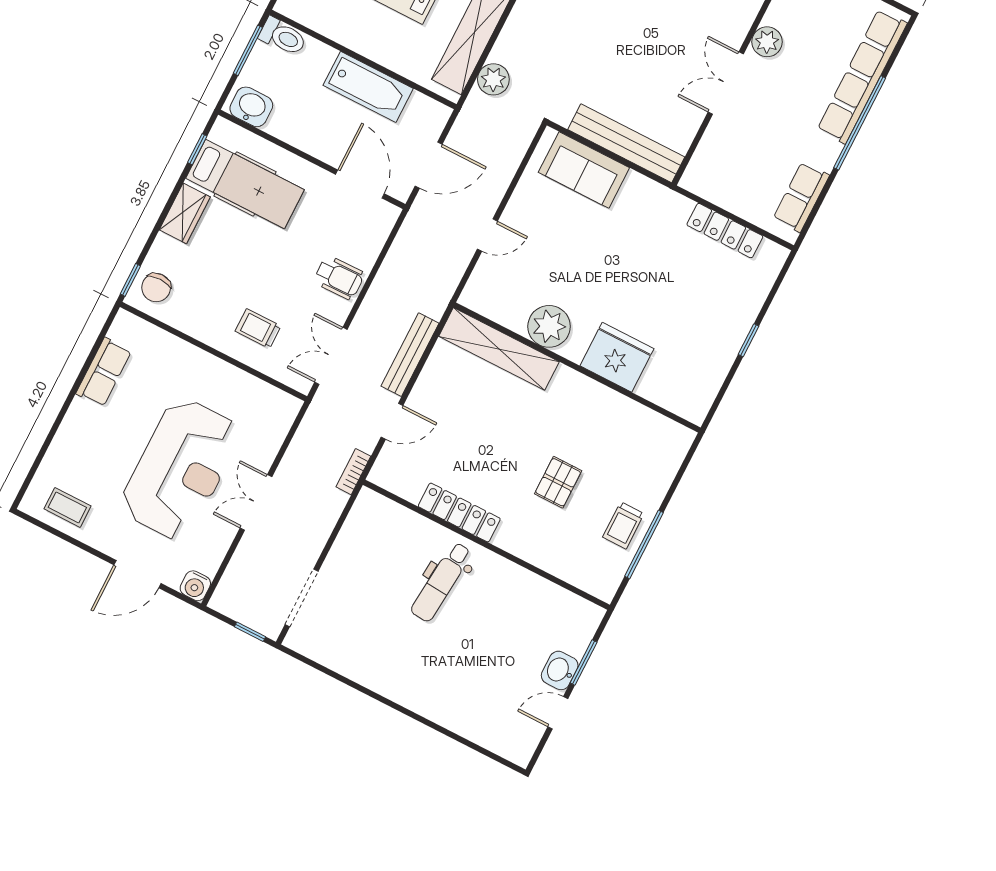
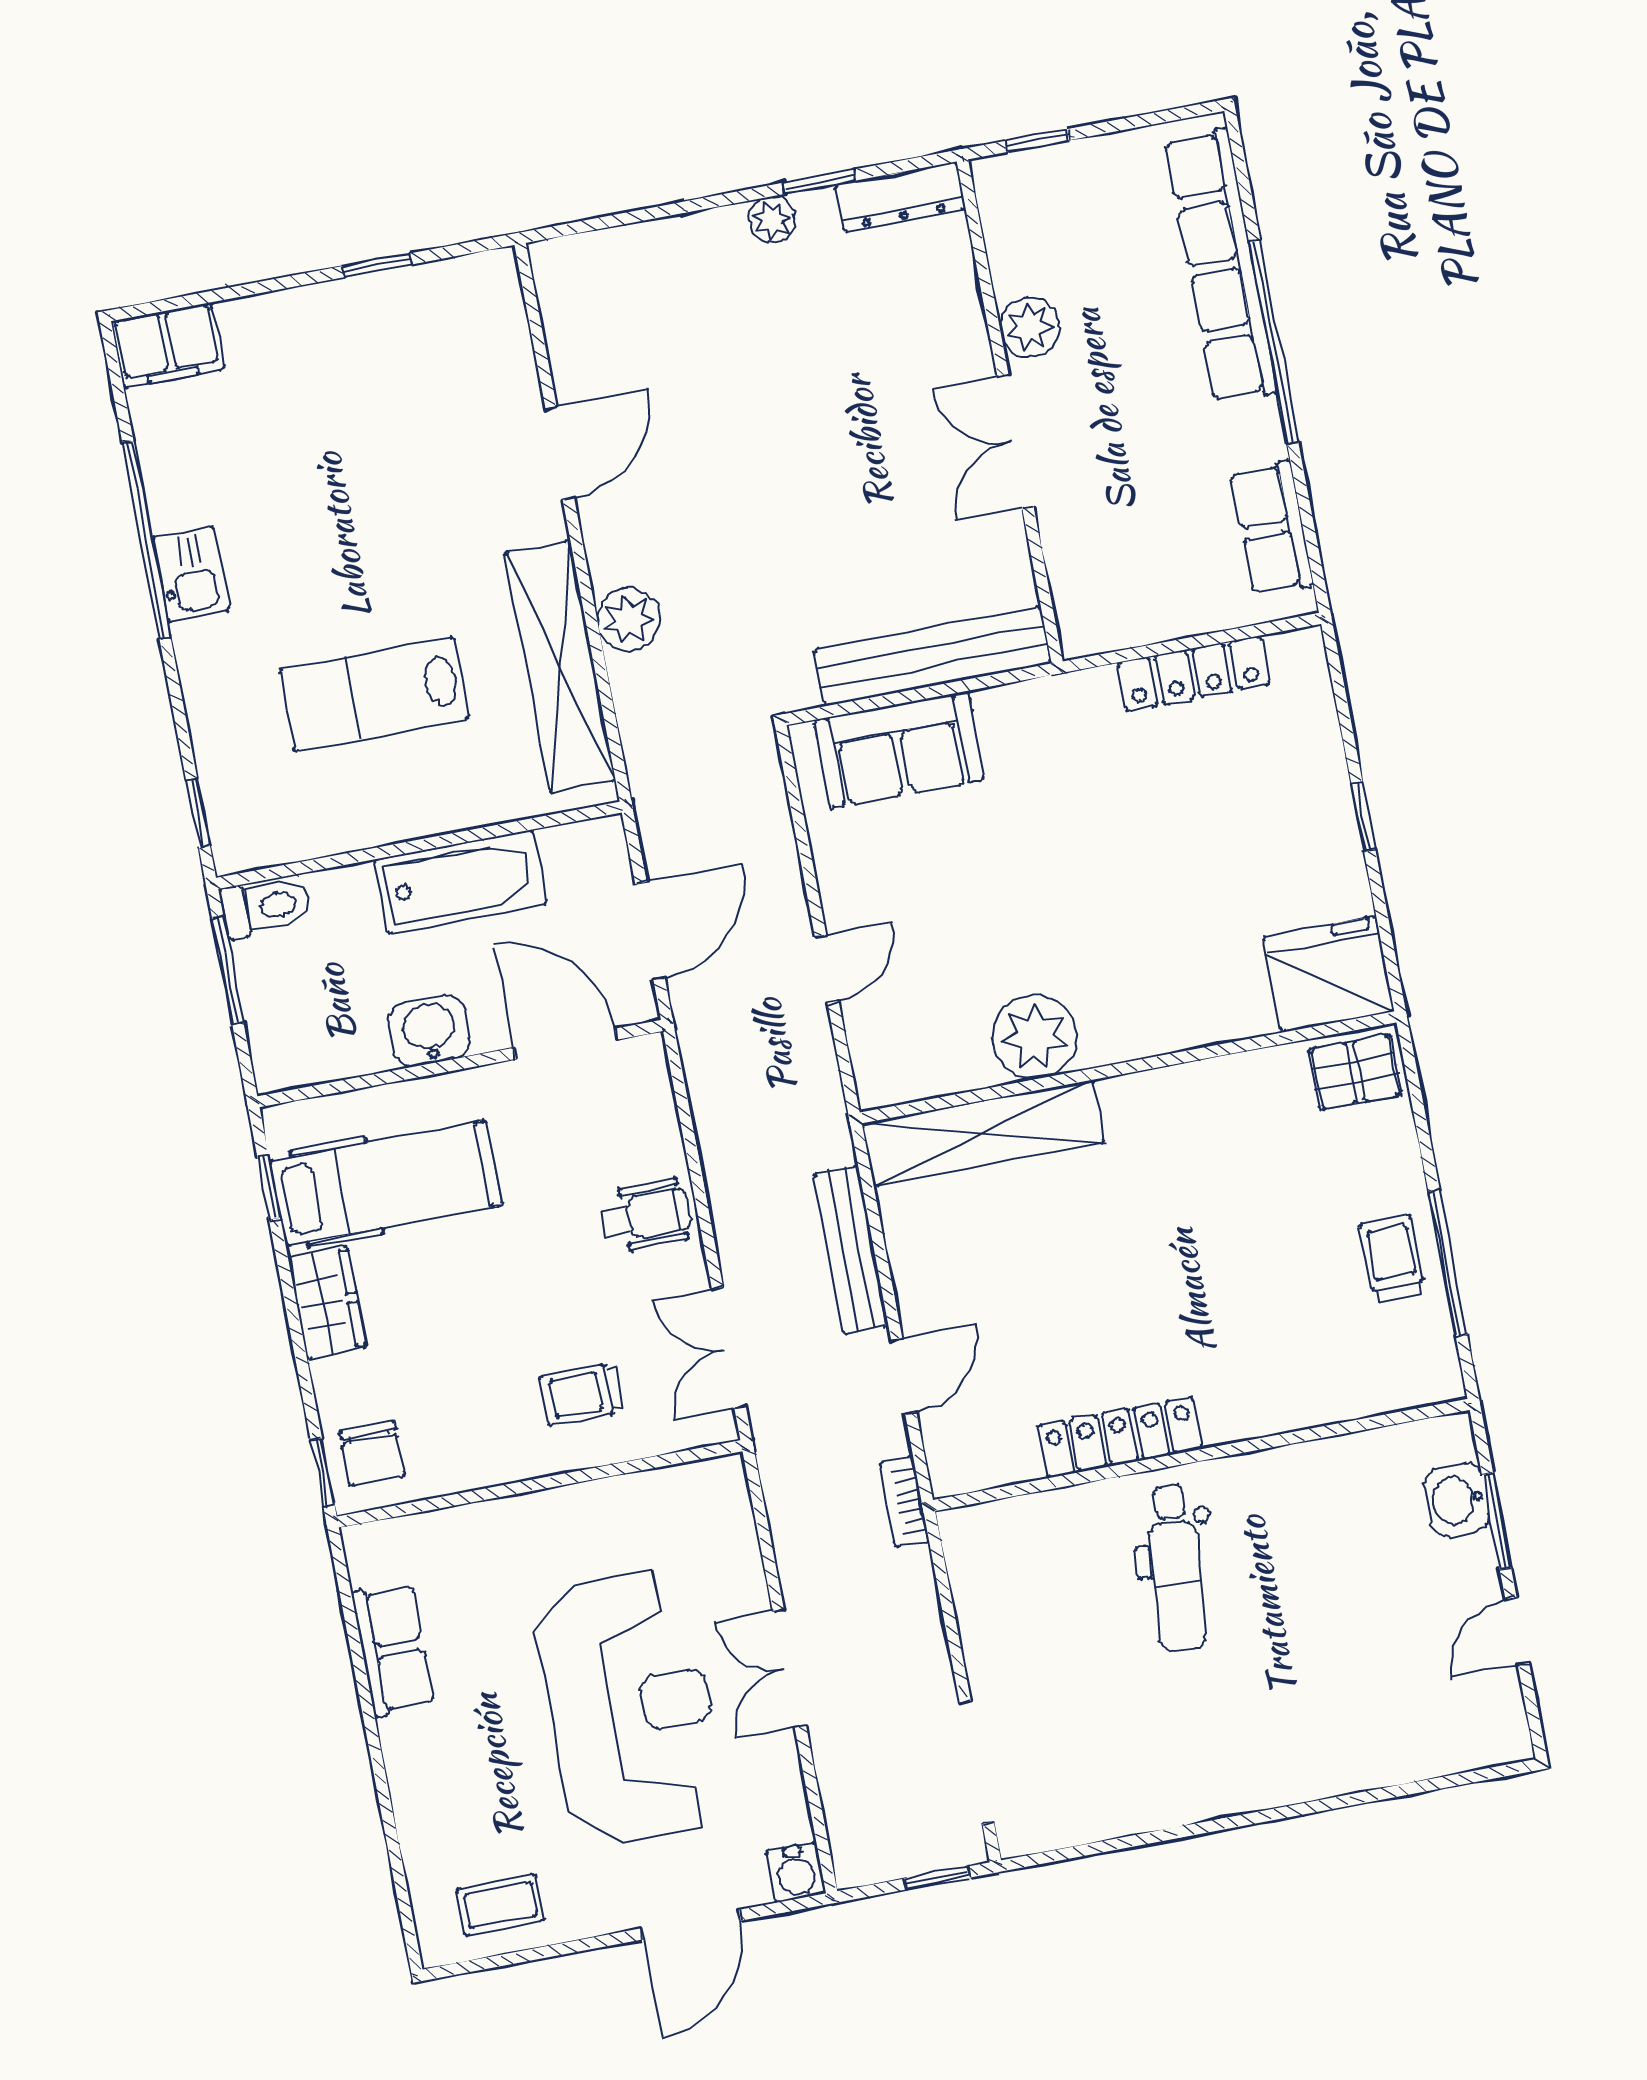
plant: (493, 79) -> (629, 619), moved
washbasin: (251, 107) -> (429, 1031), moved
fridge: (617, 357) -> (1329, 974), moved
pallet: (558, 482) -> (1355, 1072), moved, turned 90
trolley: (623, 525) -> (1392, 1258), turned 180
washbasin: (560, 670) -> (1457, 1500), moved

